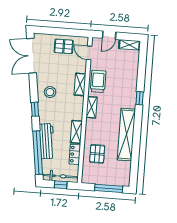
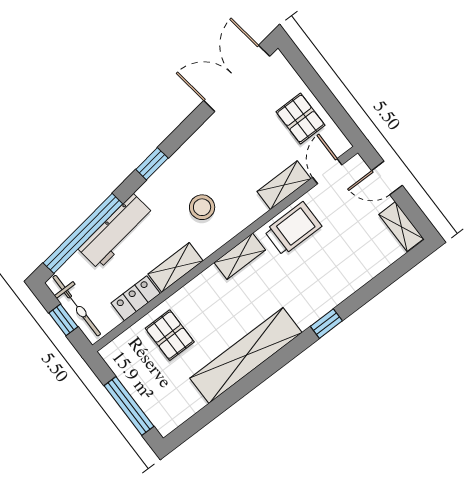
shelving: (80, 84) -> (284, 185), moved
stool: (50, 92) -> (202, 207), moved
pallet: (97, 154) -> (170, 335), turned 90

